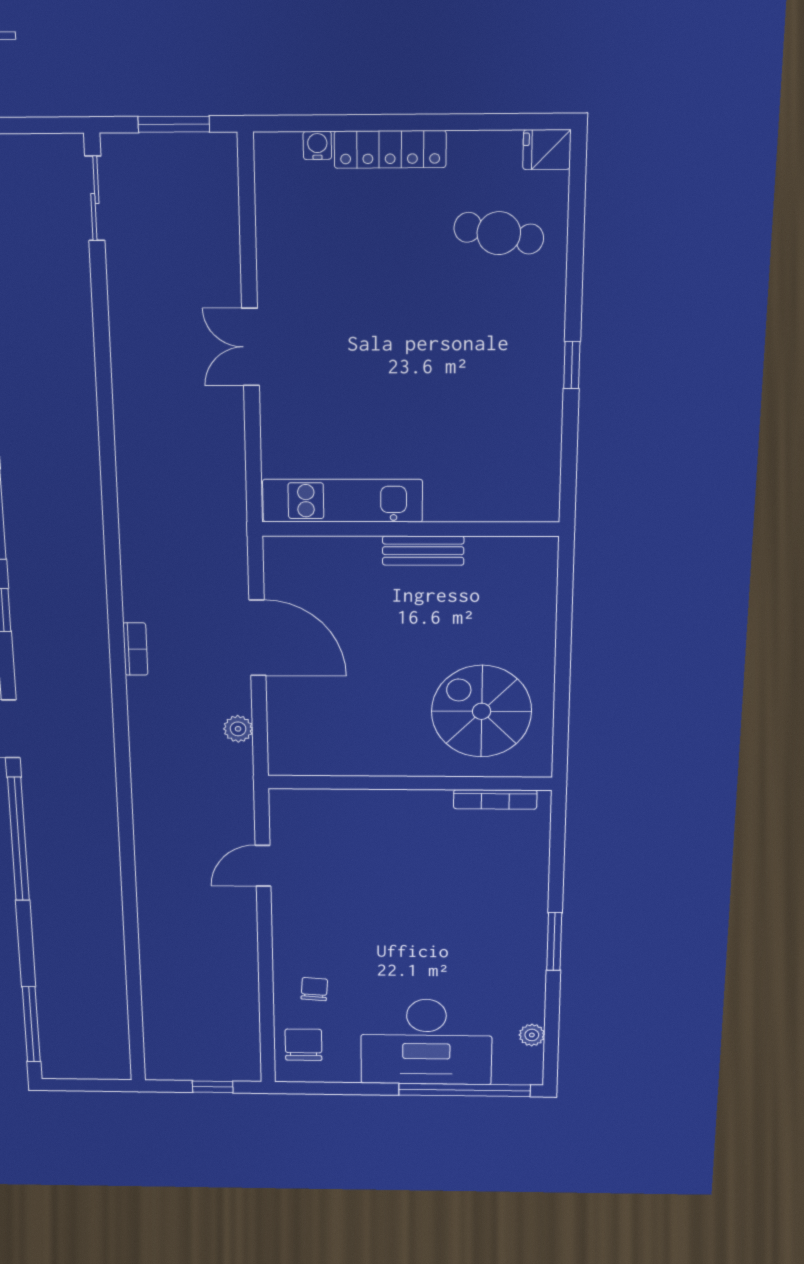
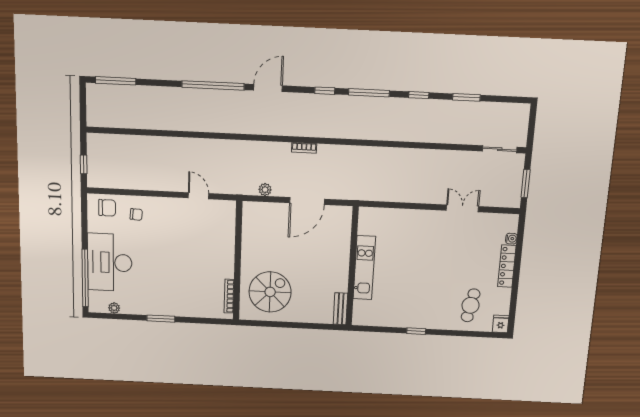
double door: (250, 347) -> (462, 208), moved
kitchen unit: (343, 501) -> (364, 268), moved
bench: (423, 551) -> (340, 309), moved

